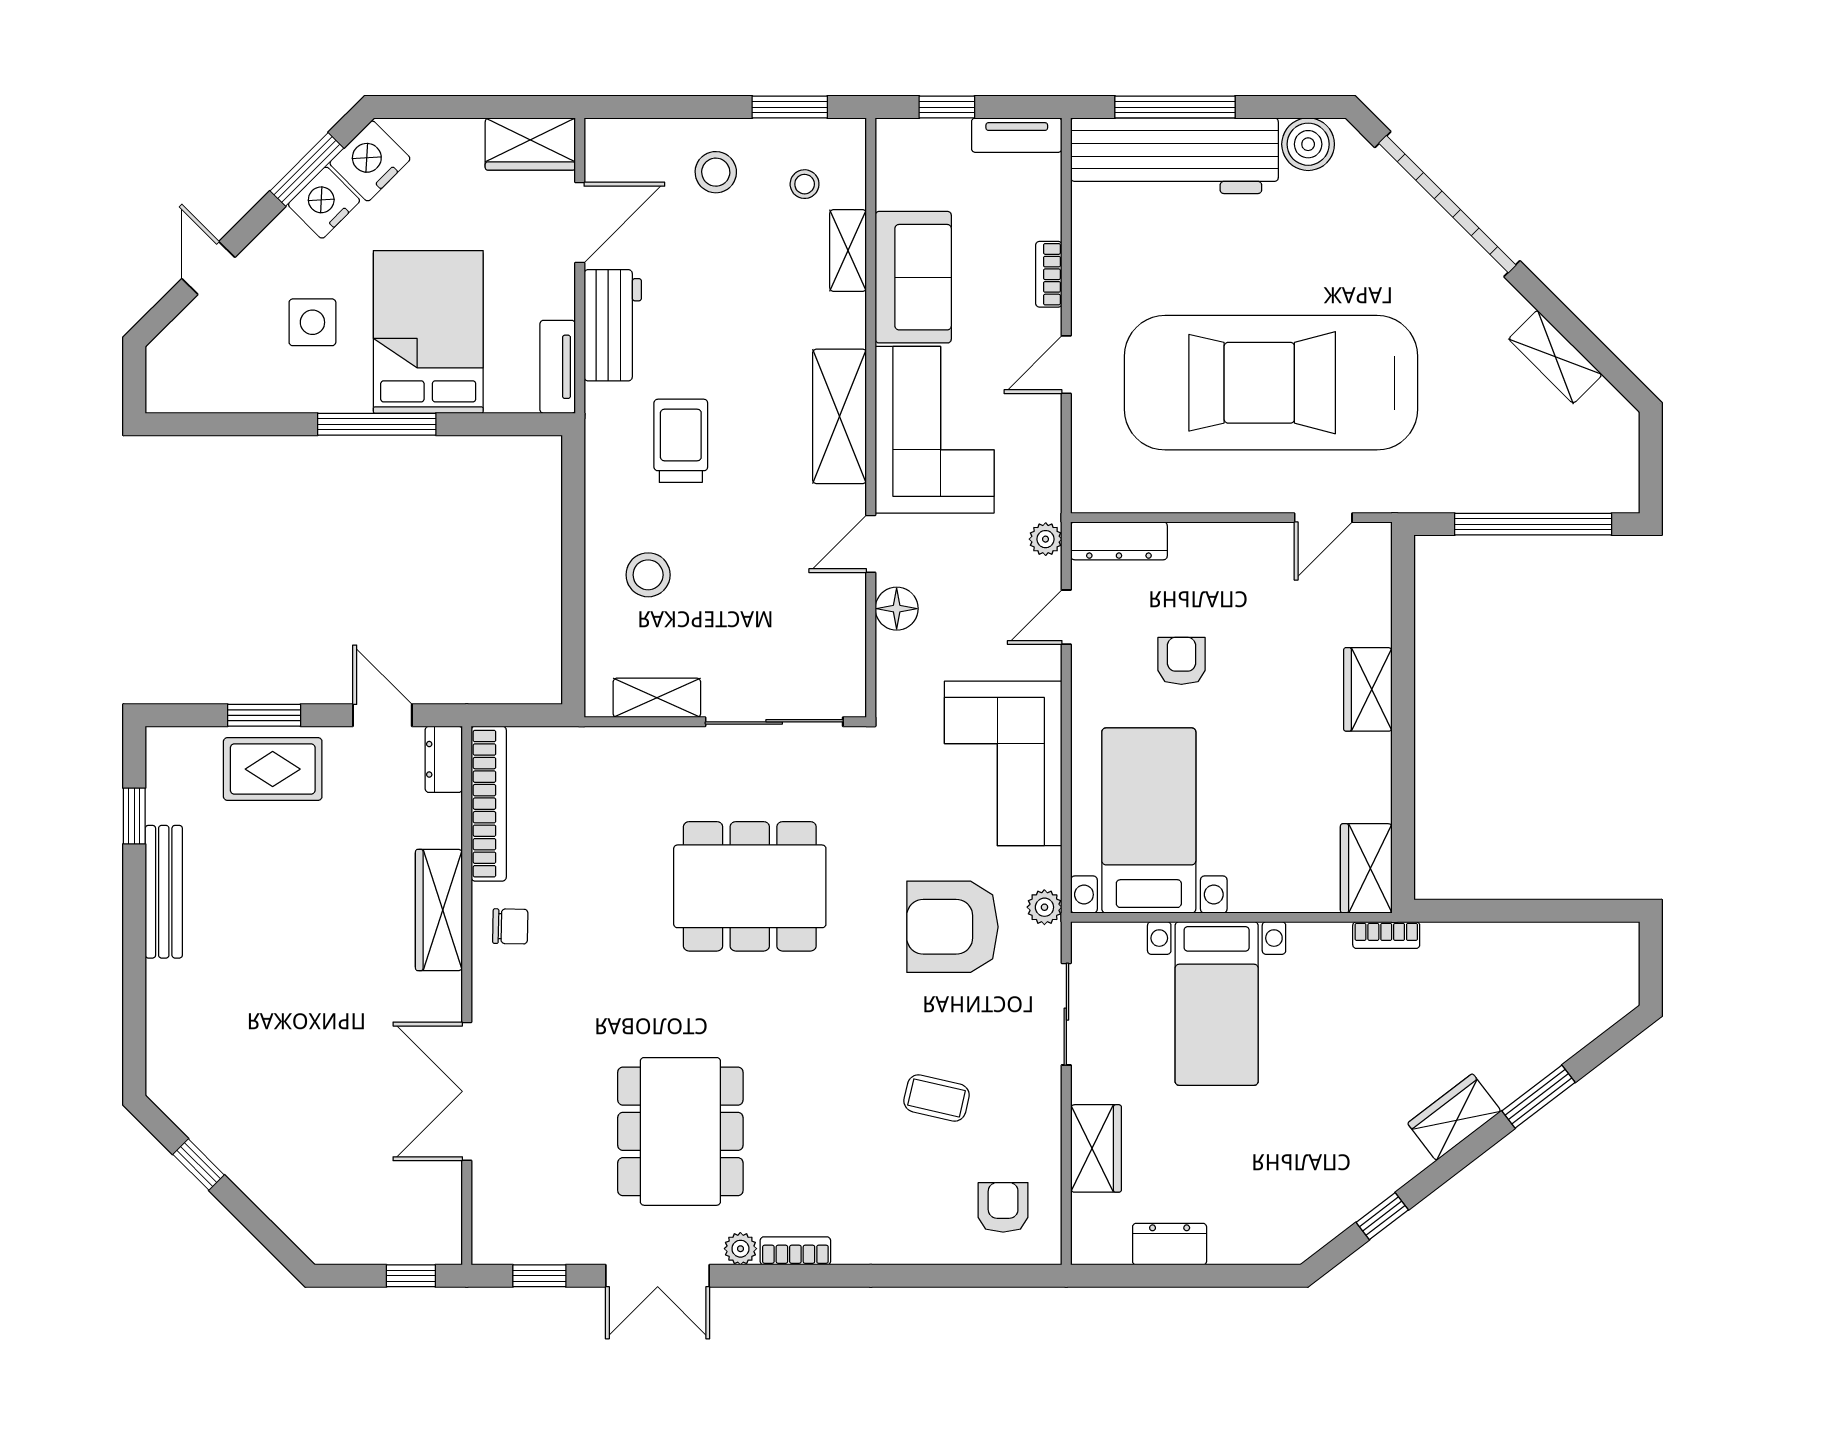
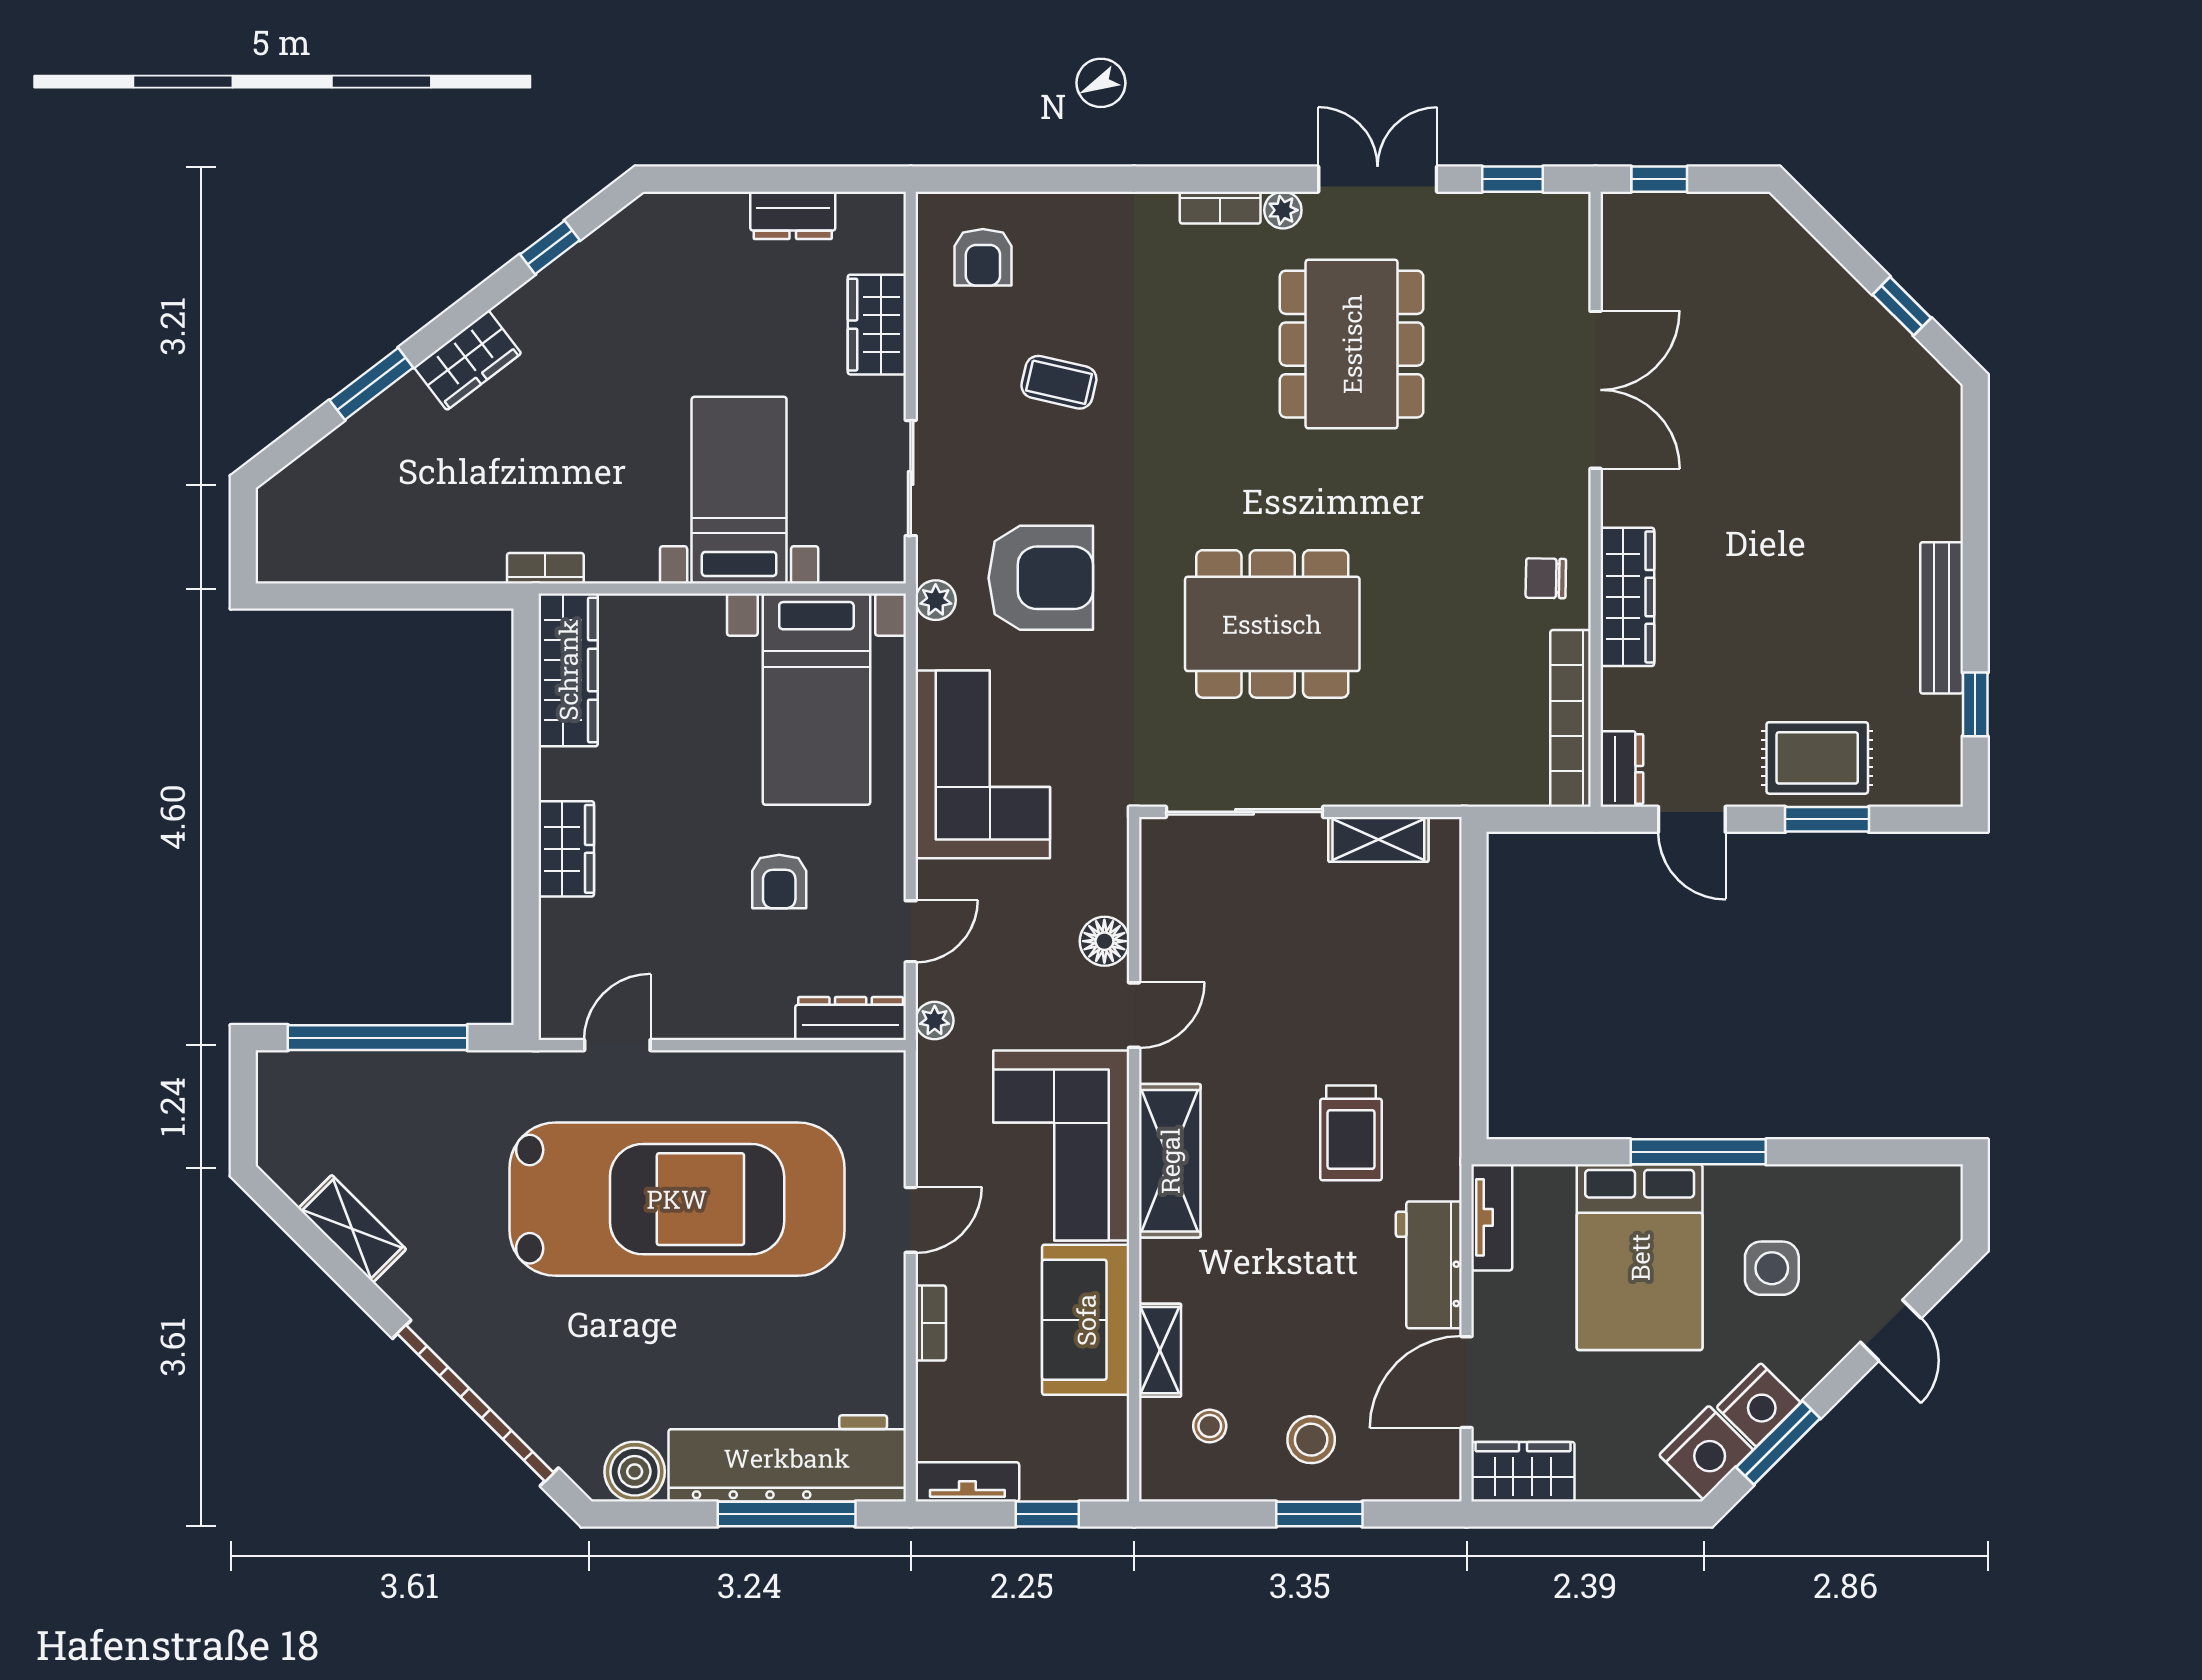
window: (790, 107) -> (1319, 1514), moved
stool: (648, 575) -> (1388, 980), removed
wardrobe: (1366, 868) -> (568, 670), width x1.50

